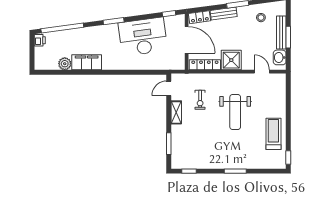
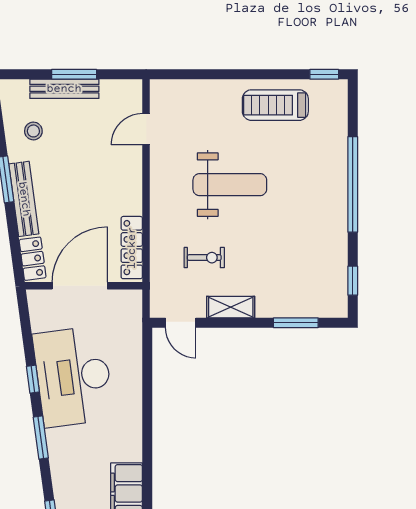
window: (169, 14) -> (33, 379), moved
bench: (224, 14) -> (24, 199), width x1.36
washbasin: (280, 57) -> (116, 92), removed
shower: (231, 60) -> (122, 193), removed
window: (235, 171) -> (353, 184), width x2.11

